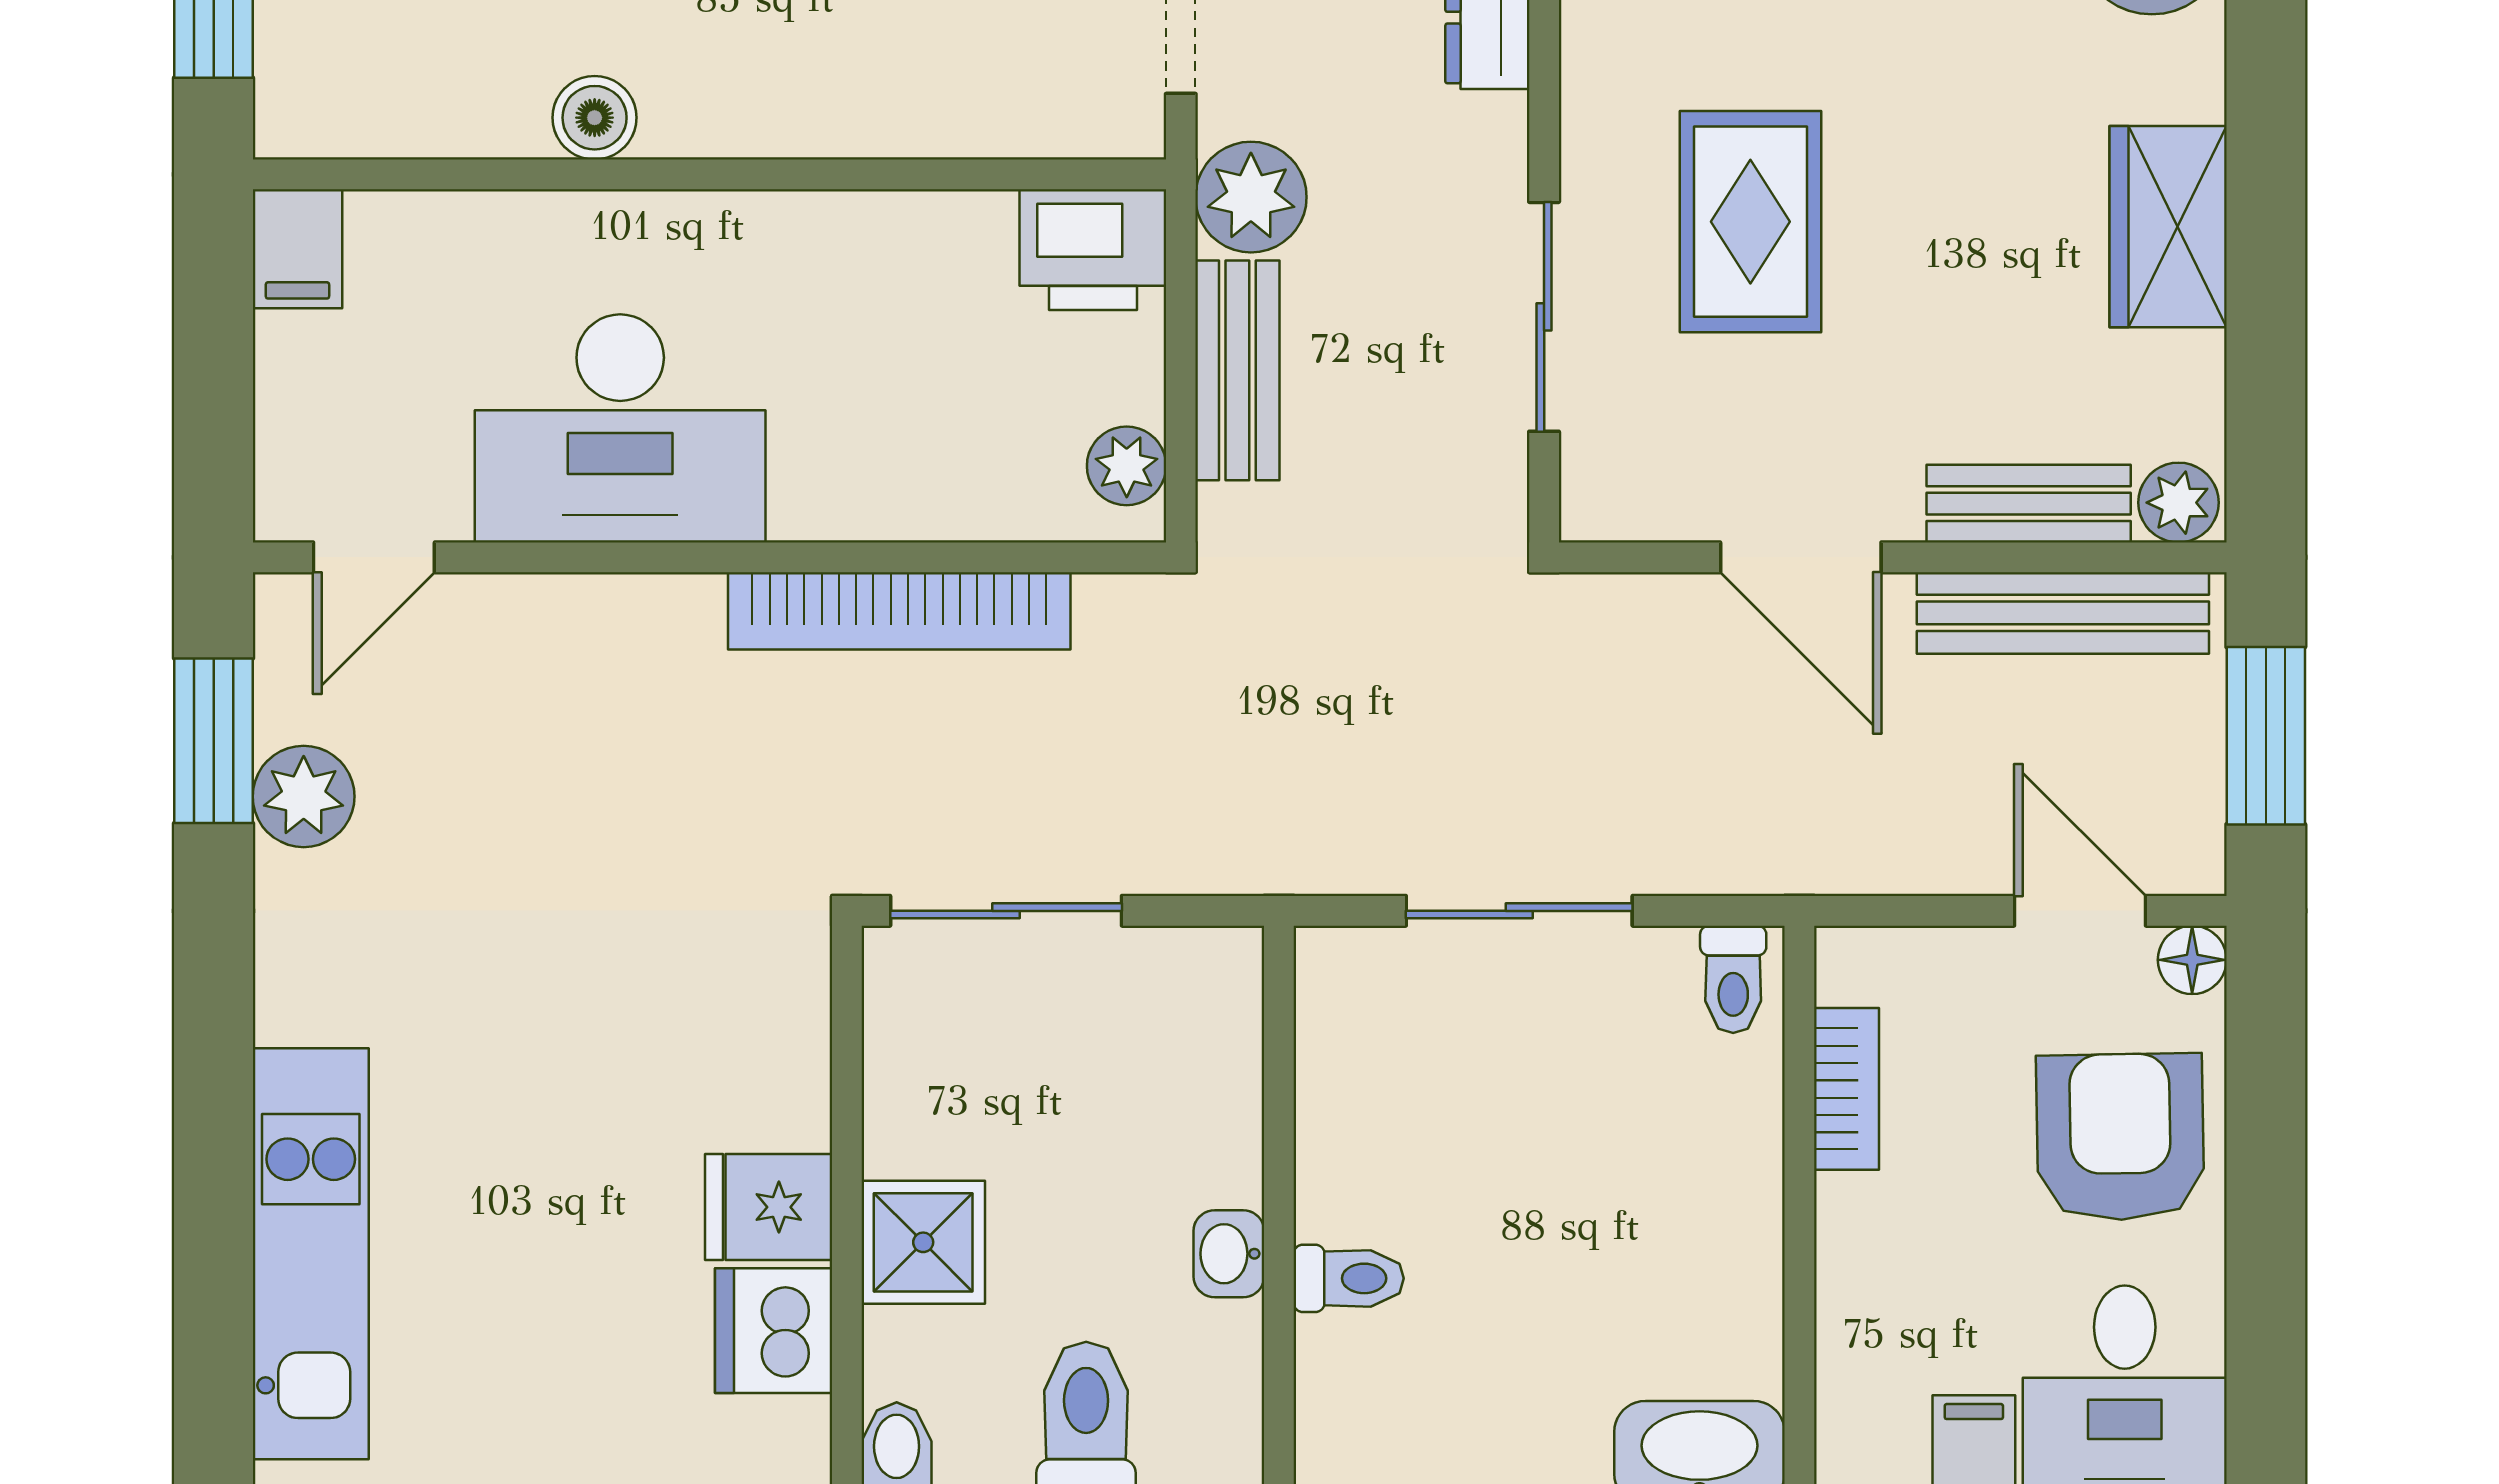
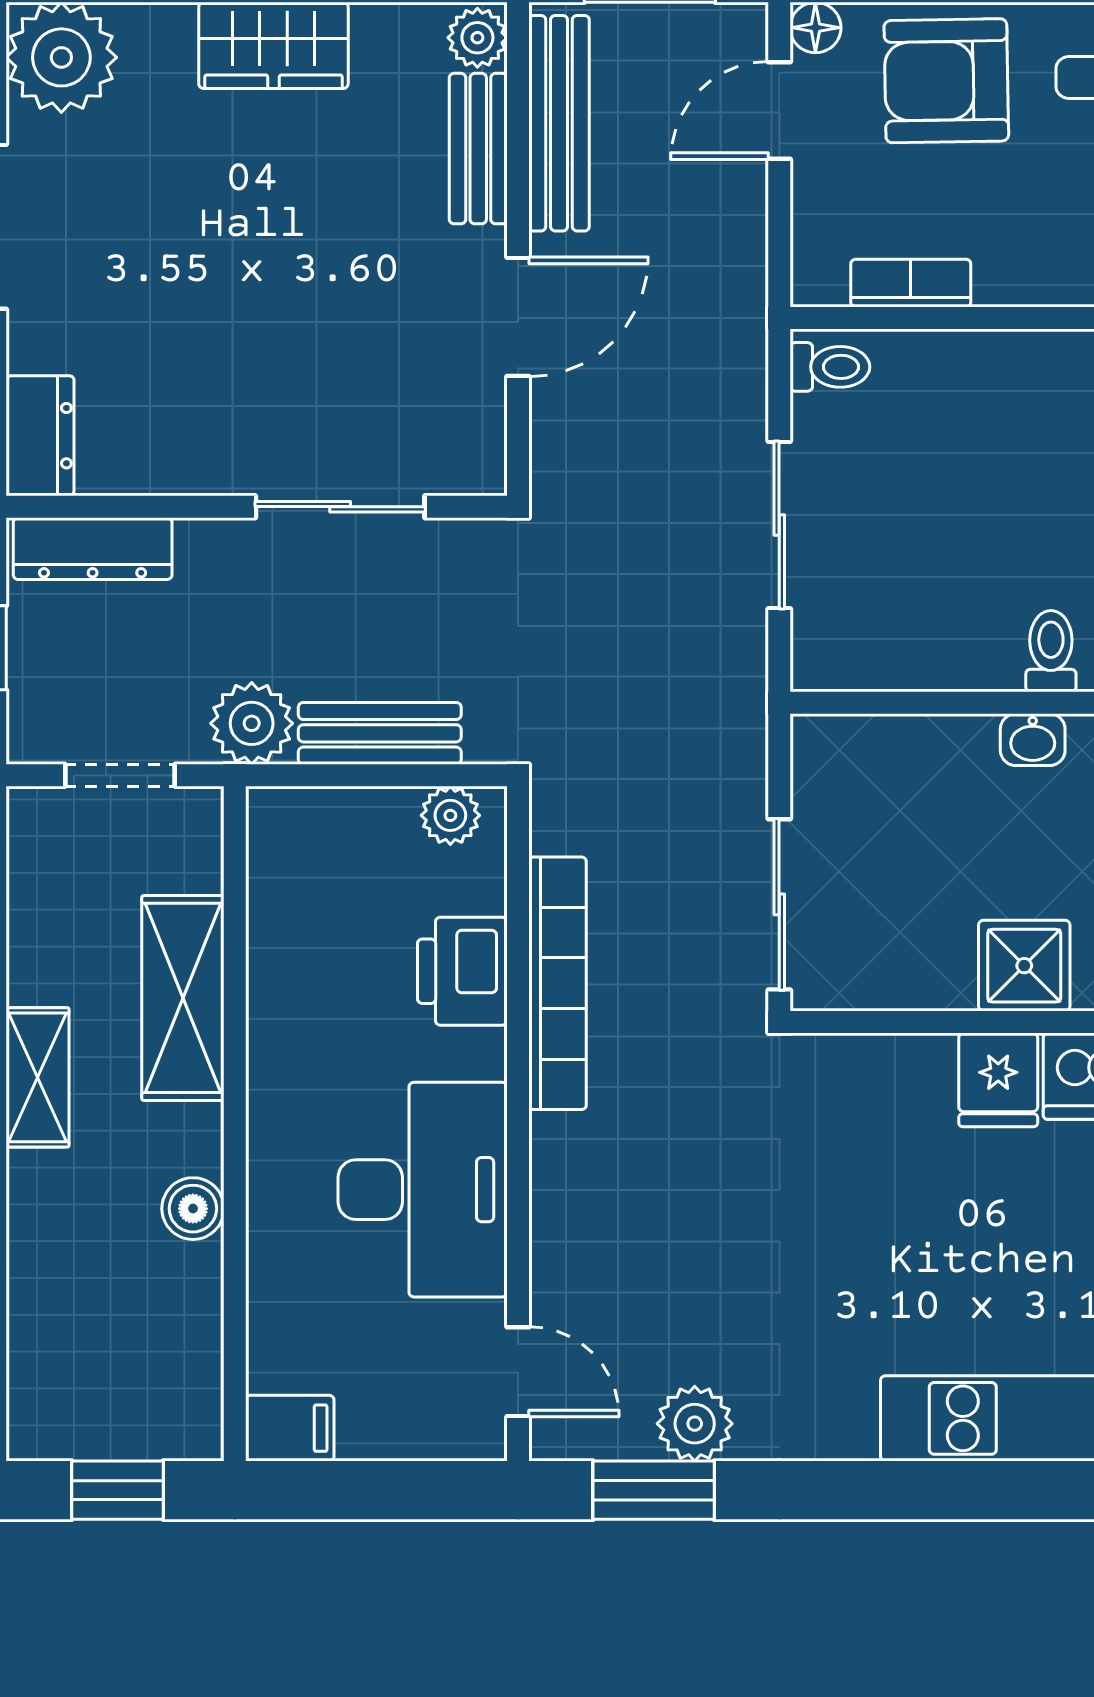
shelving: (879, 104) -> (183, 998), added
rug: (1750, 222) -> (270, 354), removed
printer: (1093, 250) -> (462, 971), moved, turned 180

